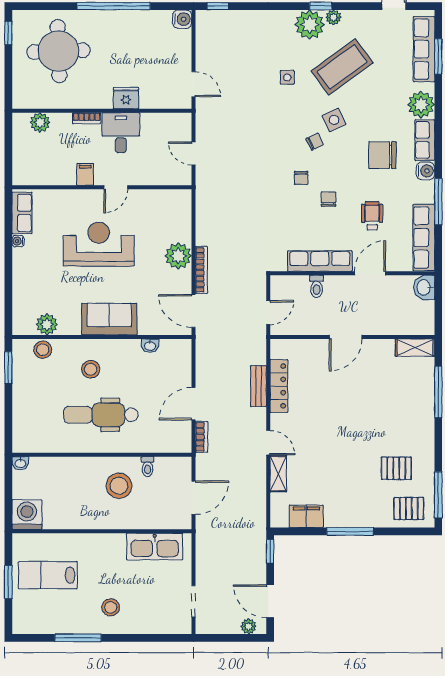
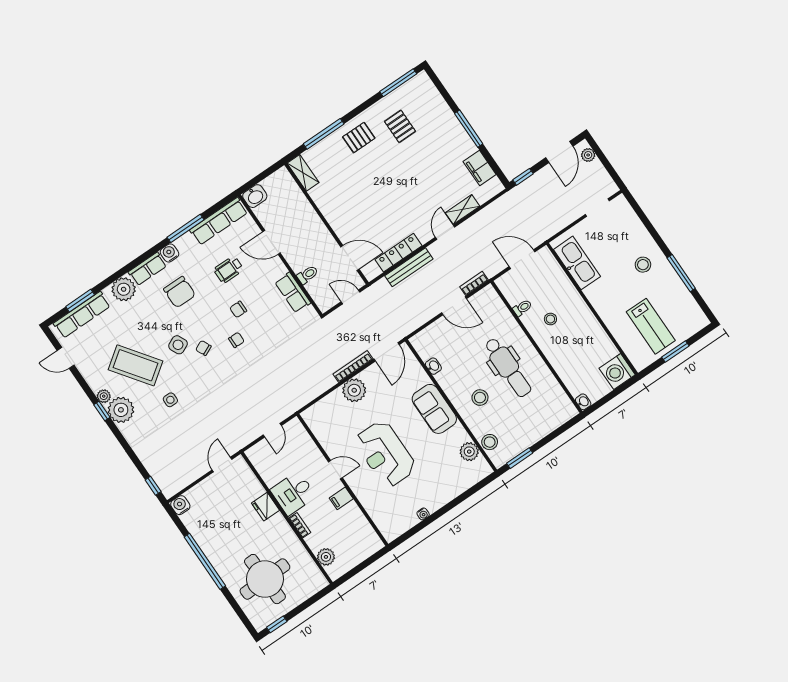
row of seats: (22, 213) -> (401, 525), removed
row of seats: (320, 261) -> (293, 293), width x0.68
door: (346, 337) -> (350, 258), moved
bench: (258, 386) -> (409, 267), width x1.36
stool: (119, 486) -> (550, 319), width x0.53, depth x0.53
pallet: (409, 509) -> (359, 138), moved, turned 90

